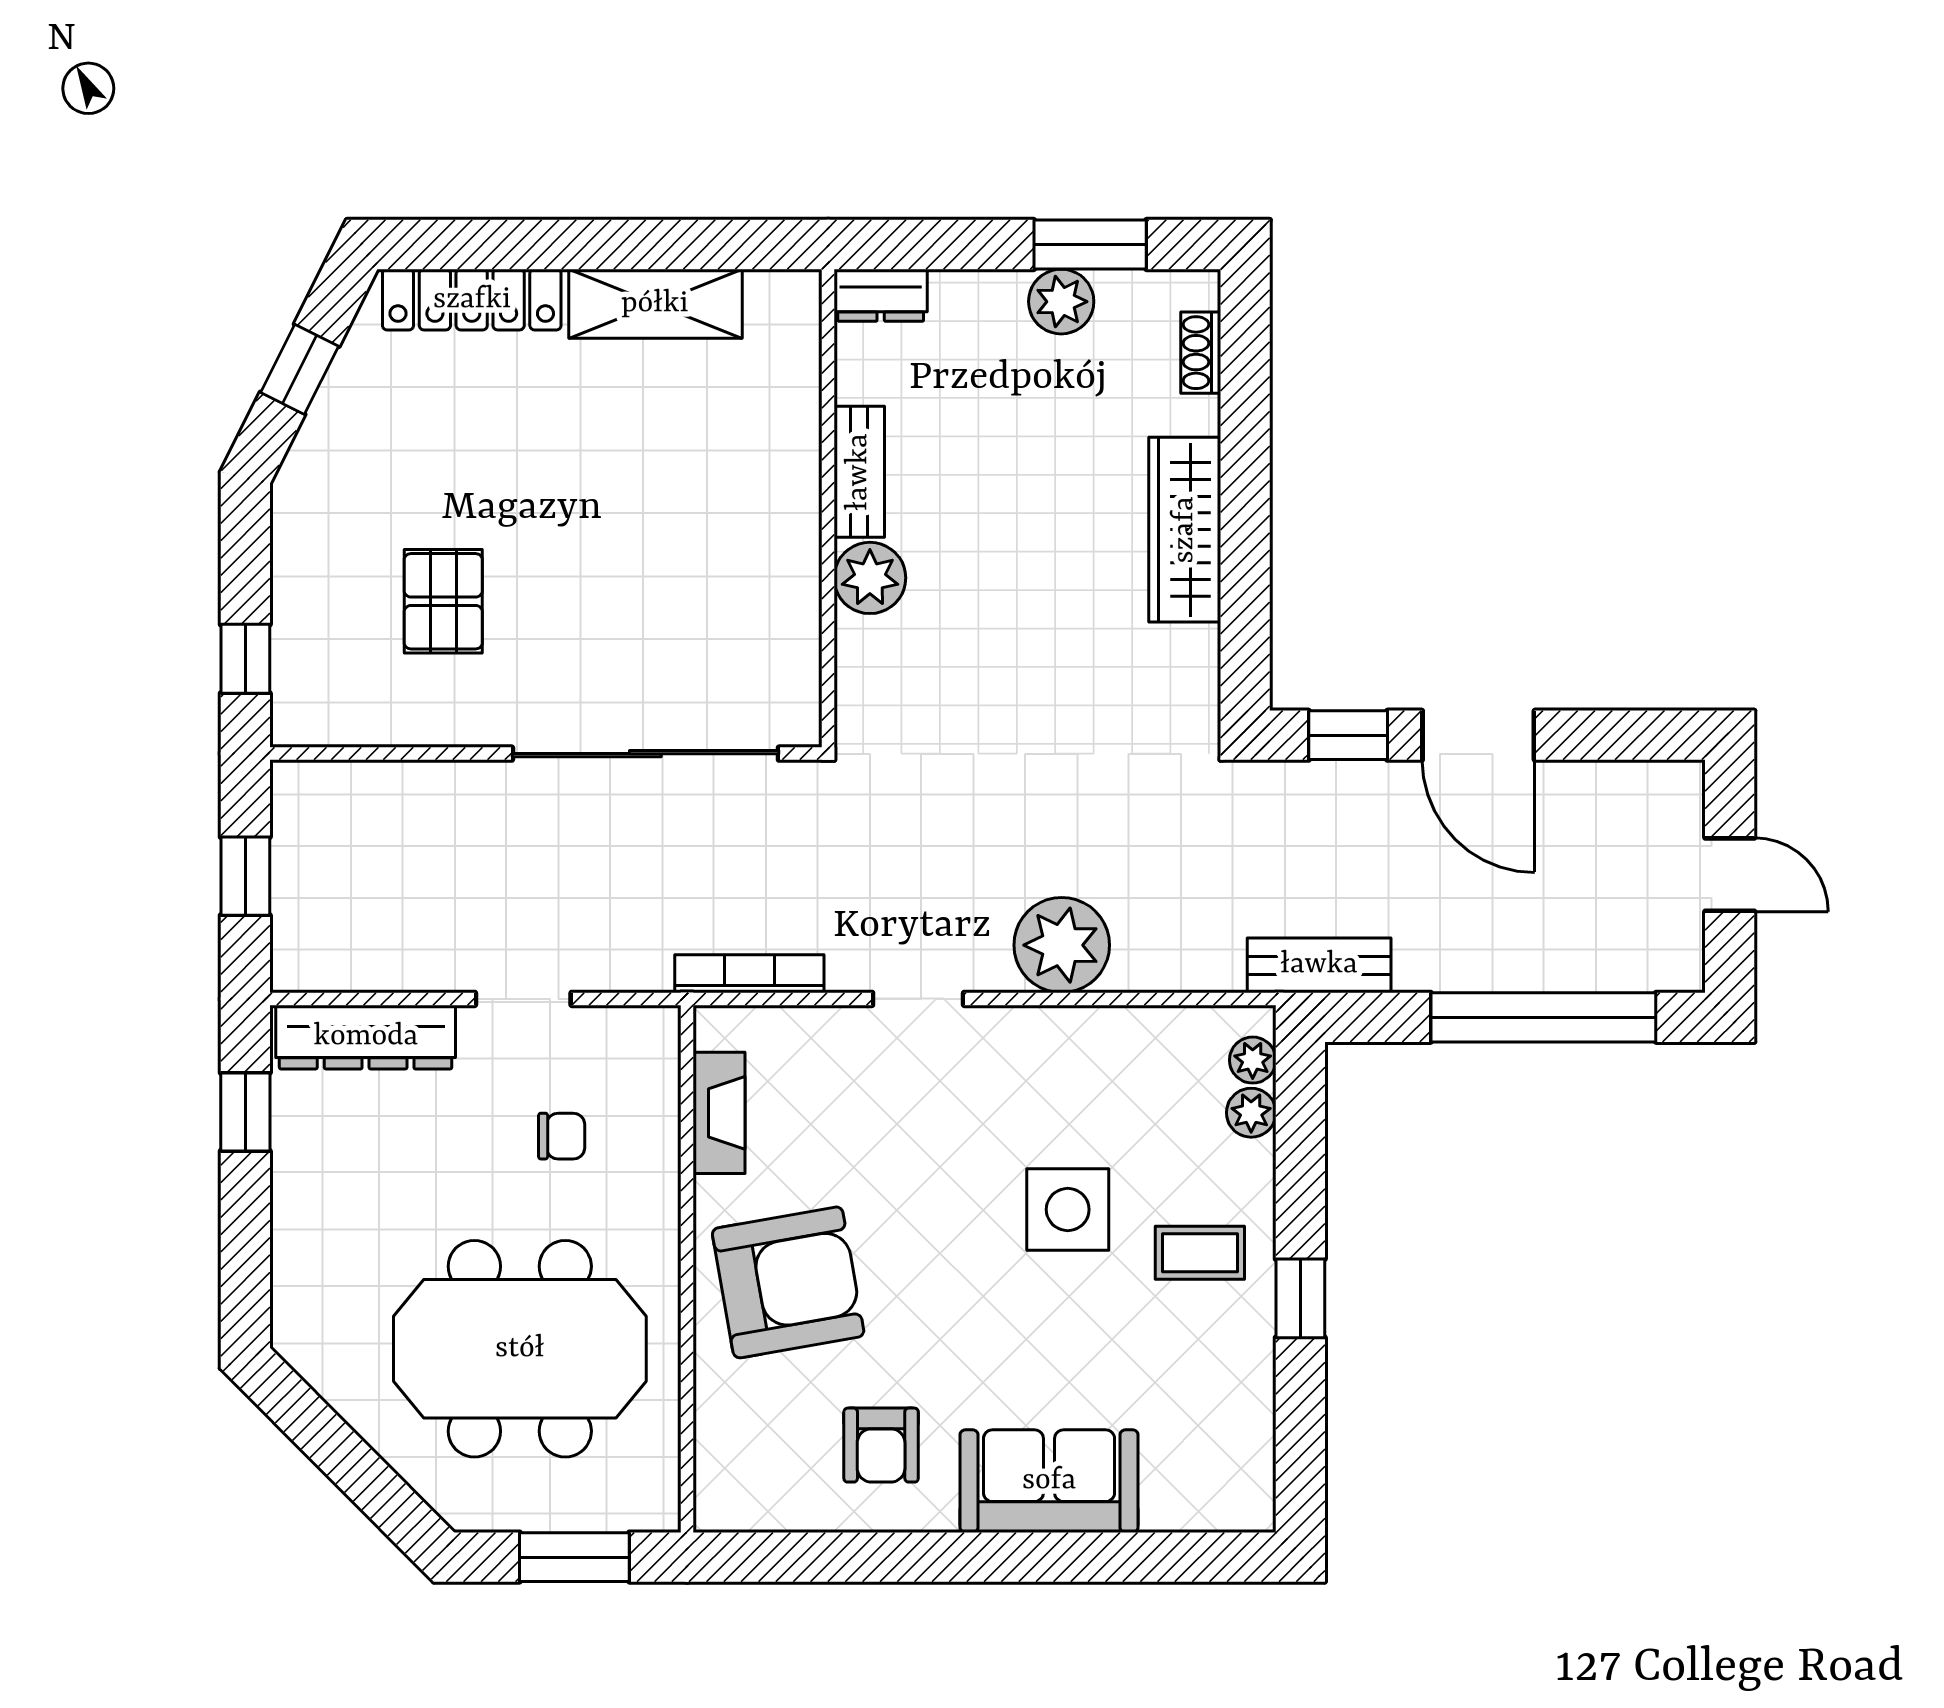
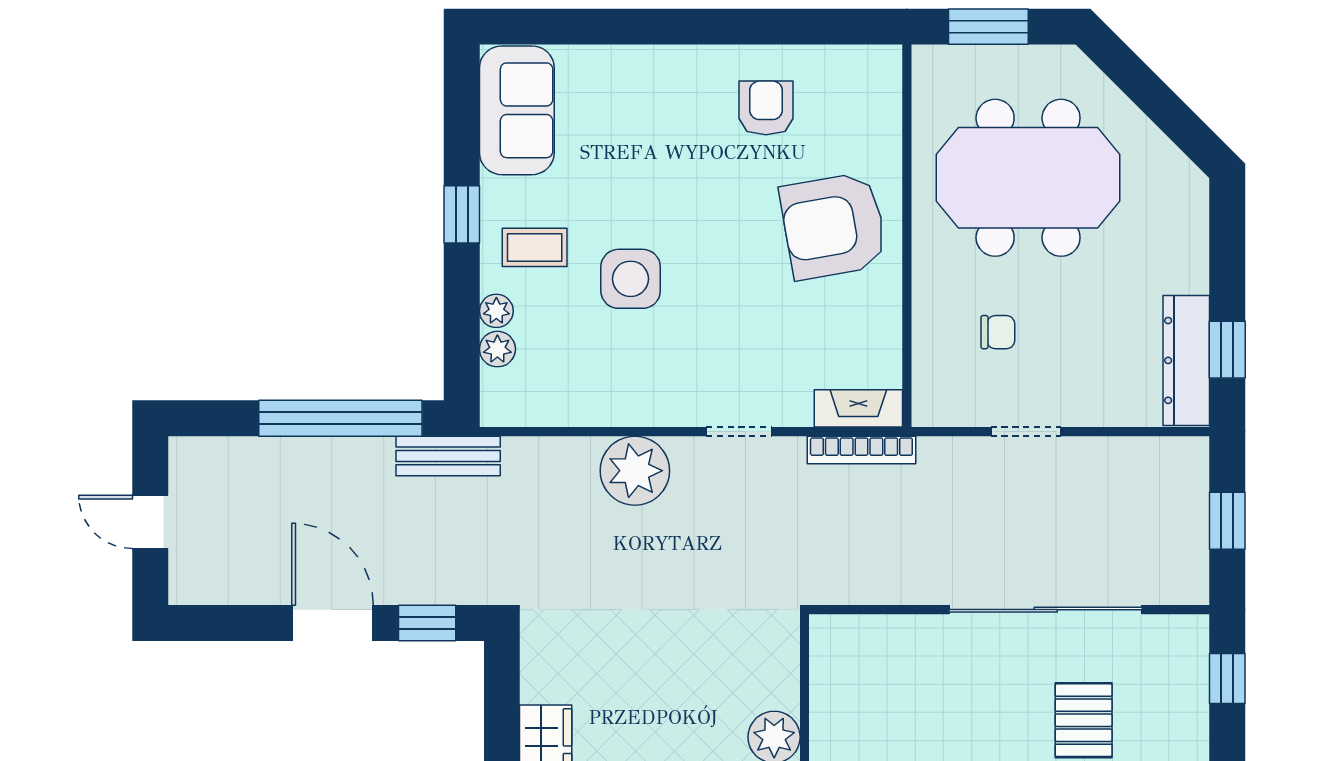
sliding door: (645, 754) -> (1046, 610), moved
window: (1543, 1017) -> (340, 418), moved
dresser: (366, 1037) -> (1186, 360), moved, turned -90
plant: (1253, 1060) -> (496, 311), moved
fireplace: (719, 1113) -> (858, 408), moved, turned 90
chair: (562, 1136) -> (998, 332), turned 180
sofa: (1049, 1481) -> (517, 110), moved, turned -90

